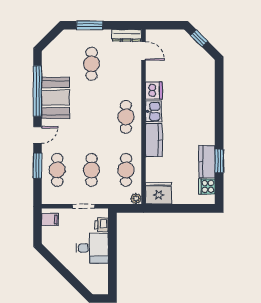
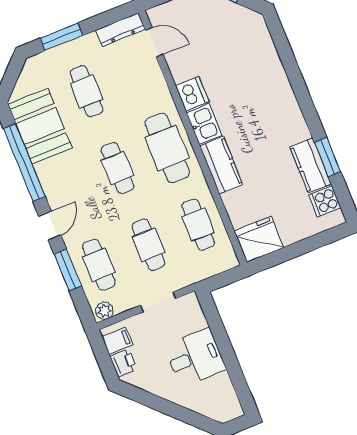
booth: (55, 98) -> (40, 126), moved
cafe table: (92, 117) -> (117, 168), added
cafe table: (126, 117) -> (167, 148), width x1.37, depth x1.35
plant: (136, 199) -> (104, 311), moved
printer: (102, 225) -> (123, 363), moved, turned 180

